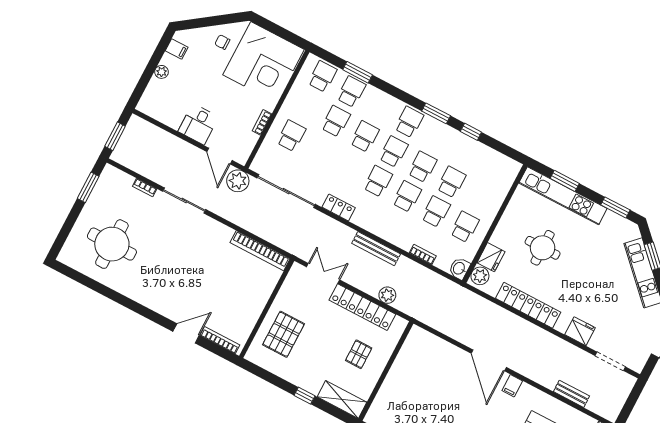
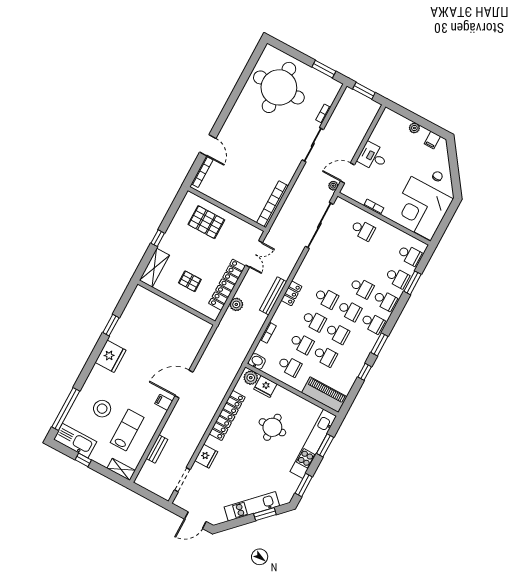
school desk: (336, 121) -> (385, 300), moved
plant: (238, 181) -> (333, 186), width x0.53, depth x0.53
piano: (501, 183) -> (324, 395), added
locker: (339, 207) -> (292, 293), moved
round table: (112, 244) -> (279, 87), width x1.36, depth x1.36

